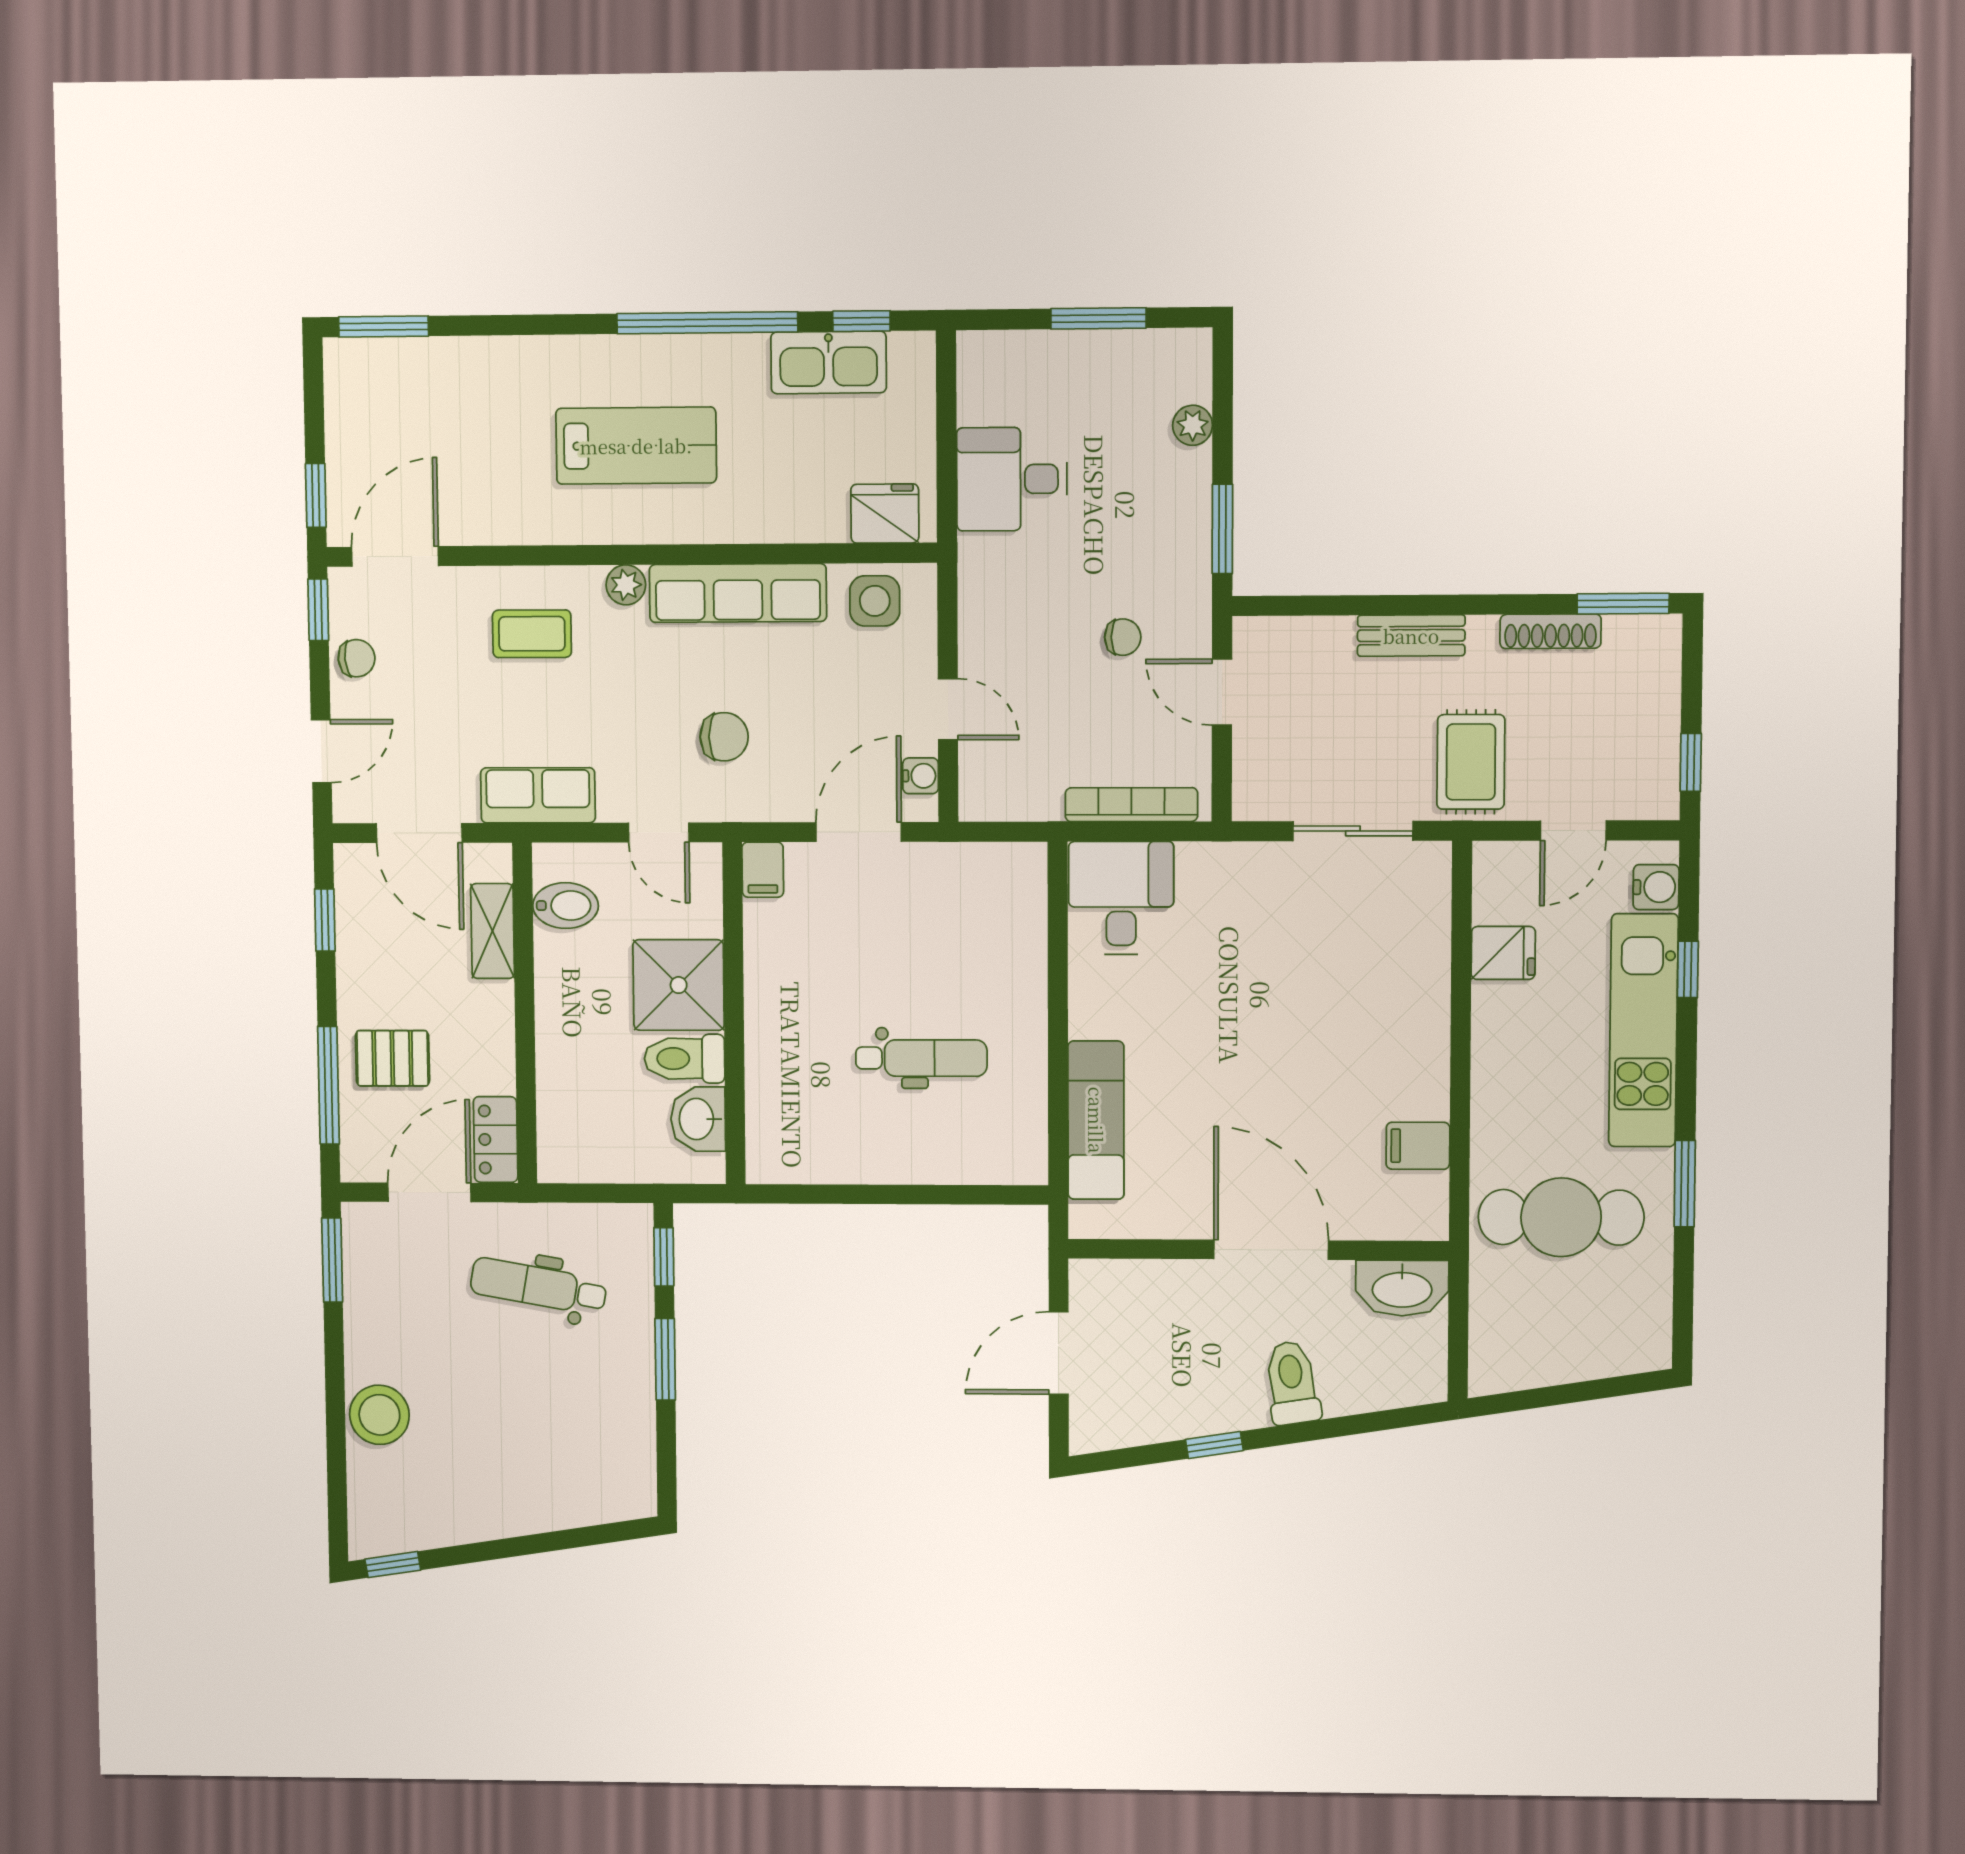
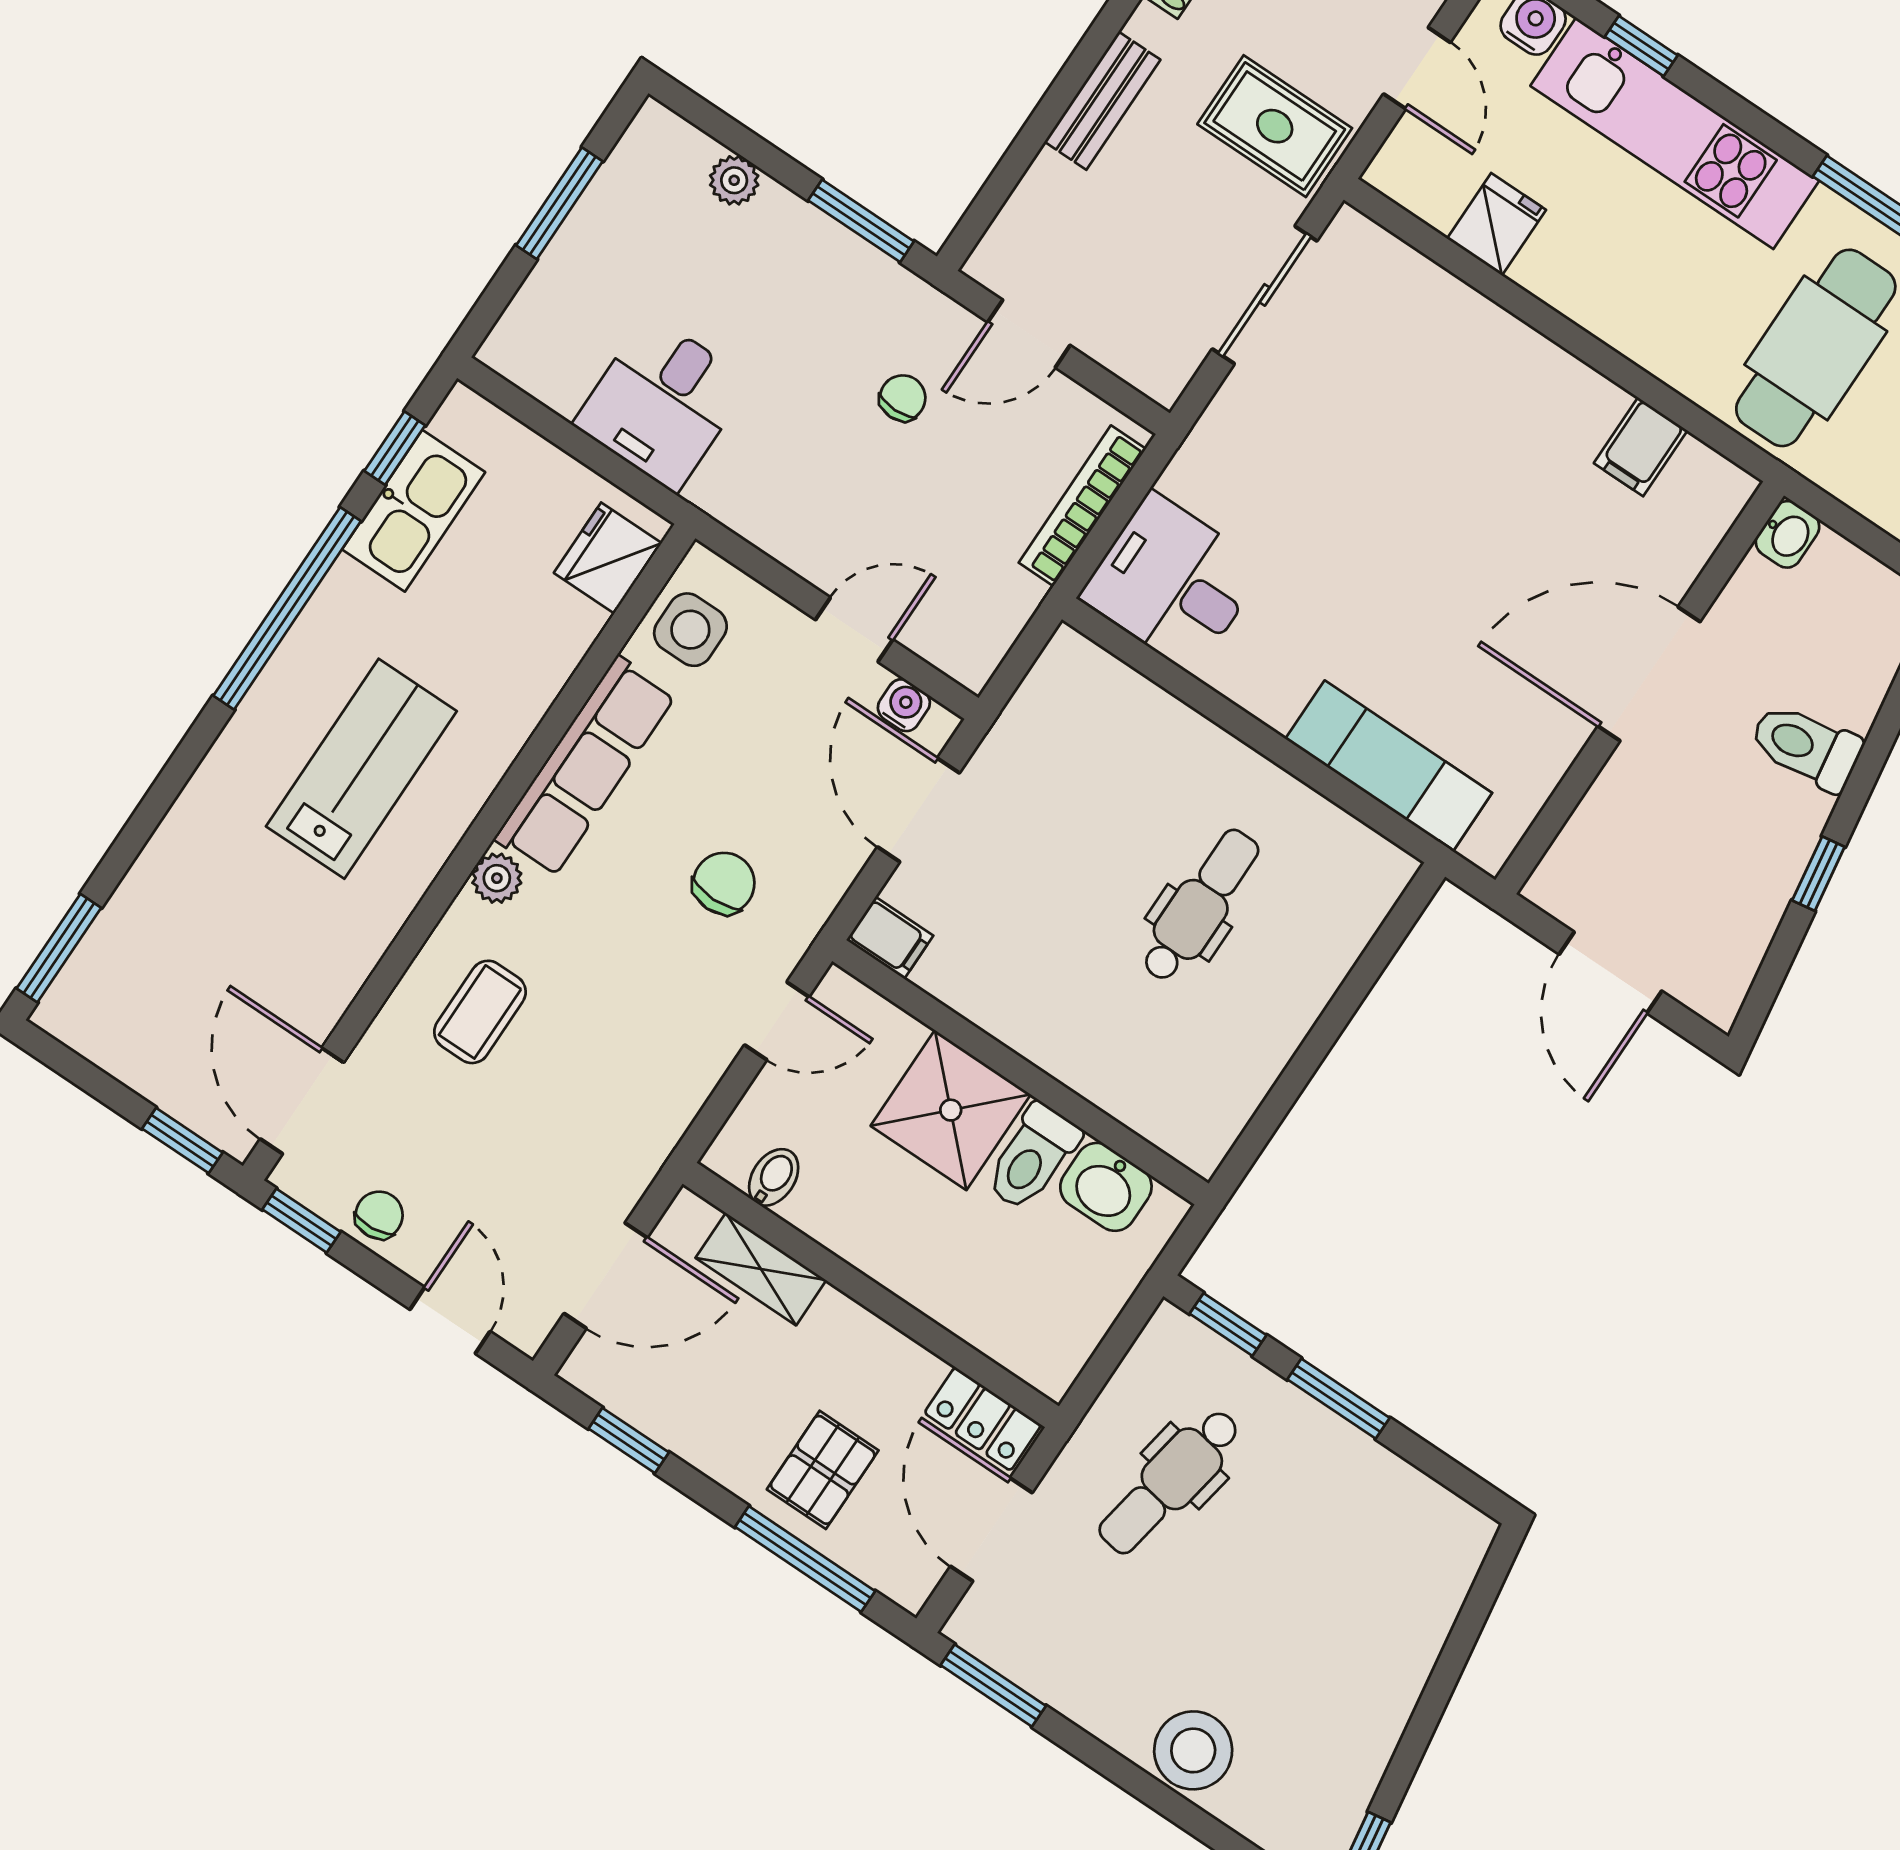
row of seats: (538, 795) -> (652, 1122), removed
bidet: (566, 906) -> (774, 1177), width x0.72, depth x0.74
washbasin: (1402, 1288) -> (1788, 534), width x0.52, depth x0.69

